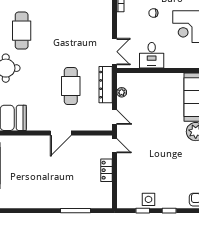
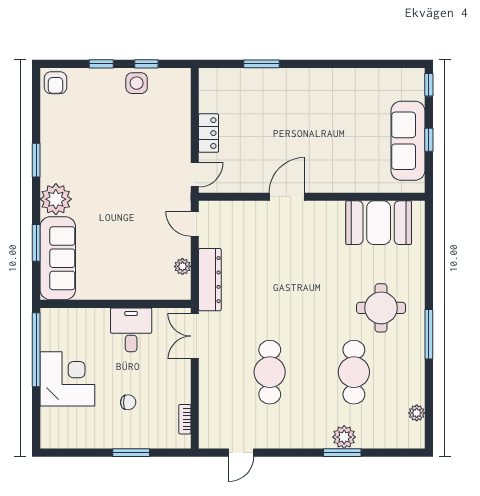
cafe table: (71, 86) -> (270, 372), moved
door: (115, 146) -> (195, 175), swing flipped
window: (76, 211) -> (261, 64), width x0.69

